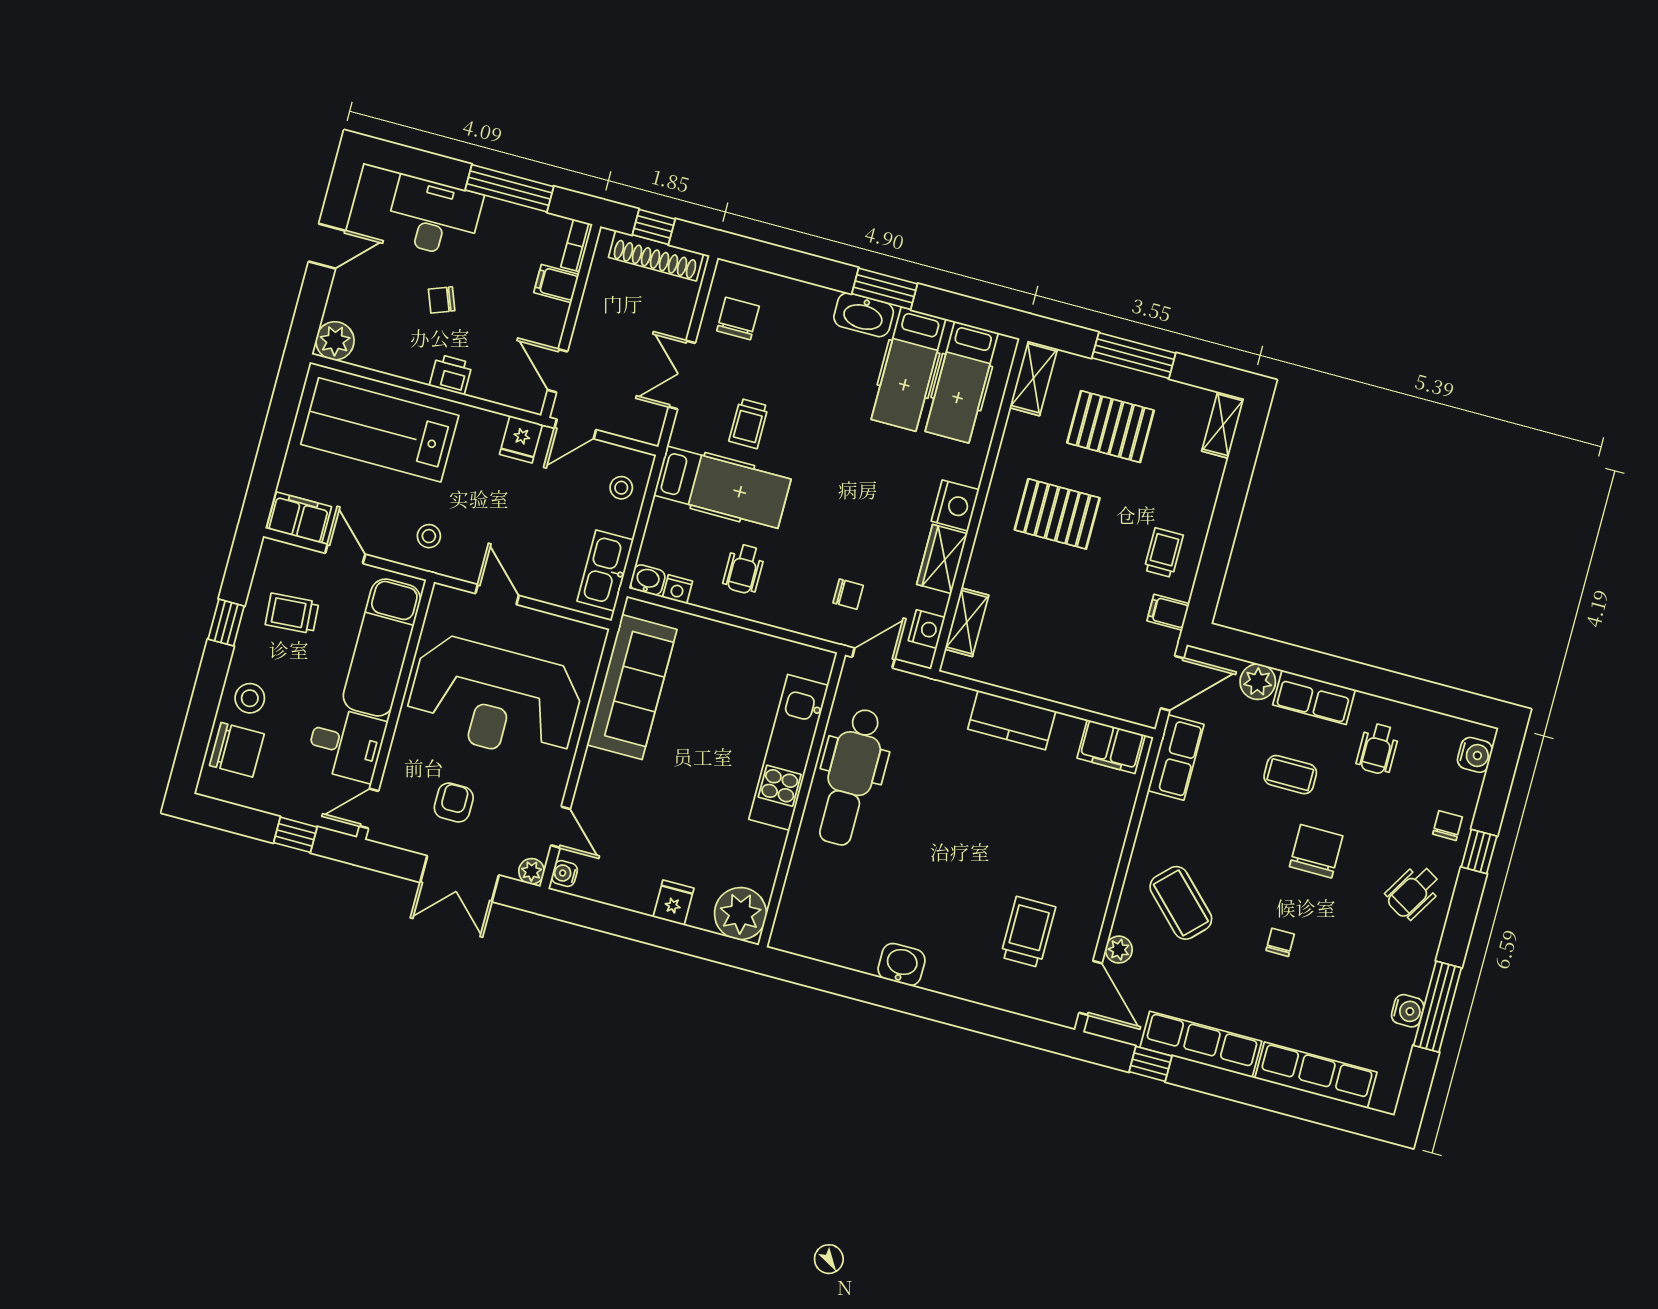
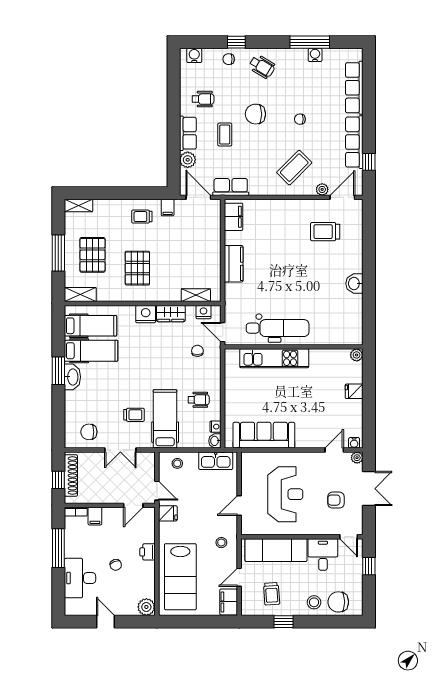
reception desk: (495, 699) -> (285, 494), width x0.74, depth x0.77
chair: (237, 750) -> (338, 602), turned -90
plant: (740, 914) -> (357, 355), width x0.53, depth x0.53

